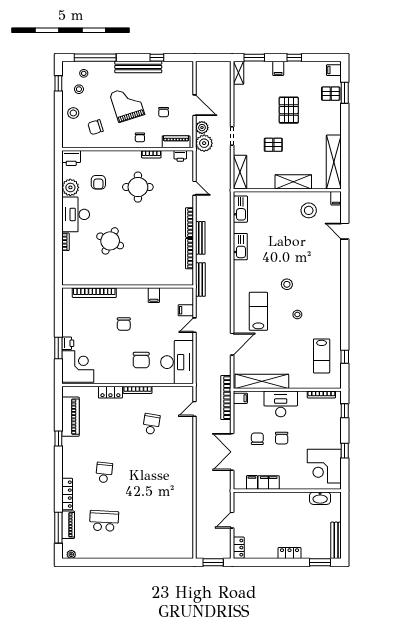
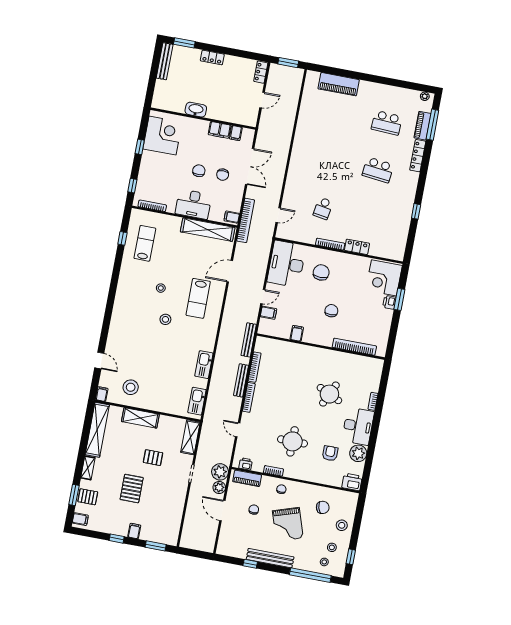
shelving: (238, 73) -> (88, 468), moved
piano: (70, 417) -> (339, 84), moved, turned -90
school desk: (104, 472) -> (378, 170), width x1.85
washbasin: (320, 498) -> (196, 110), moved

